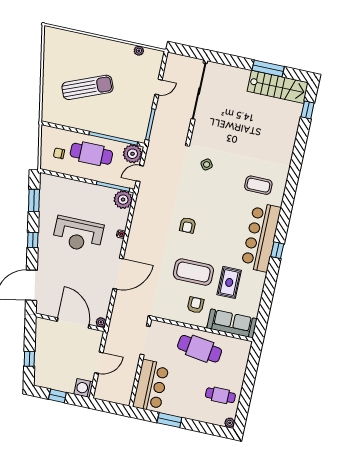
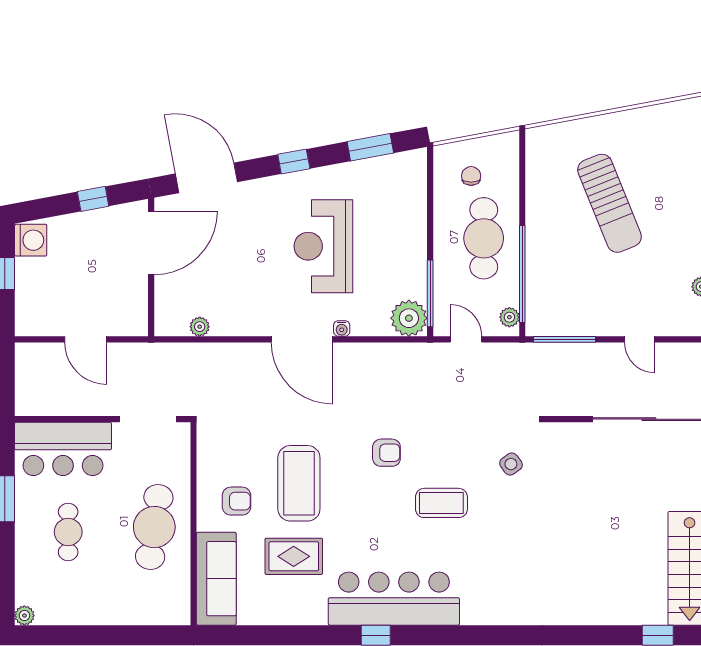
plant: (132, 154) -> (509, 317), width x0.53, depth x0.53
coffee table: (258, 185) -> (441, 503), moved, turned 90
armchair: (188, 225) -> (386, 453), turned 180
door: (118, 274) -> (302, 339), moved
plant: (101, 322) -> (200, 327), moved
door: (73, 323) -> (151, 243), moved
window: (29, 359) -> (93, 199), moved
washing machine: (83, 388) -> (31, 240), moved, turned 90
cafe table: (220, 395) -> (68, 532), moved

